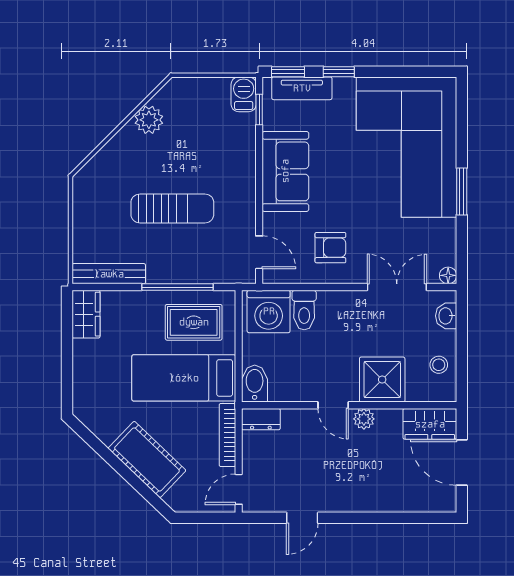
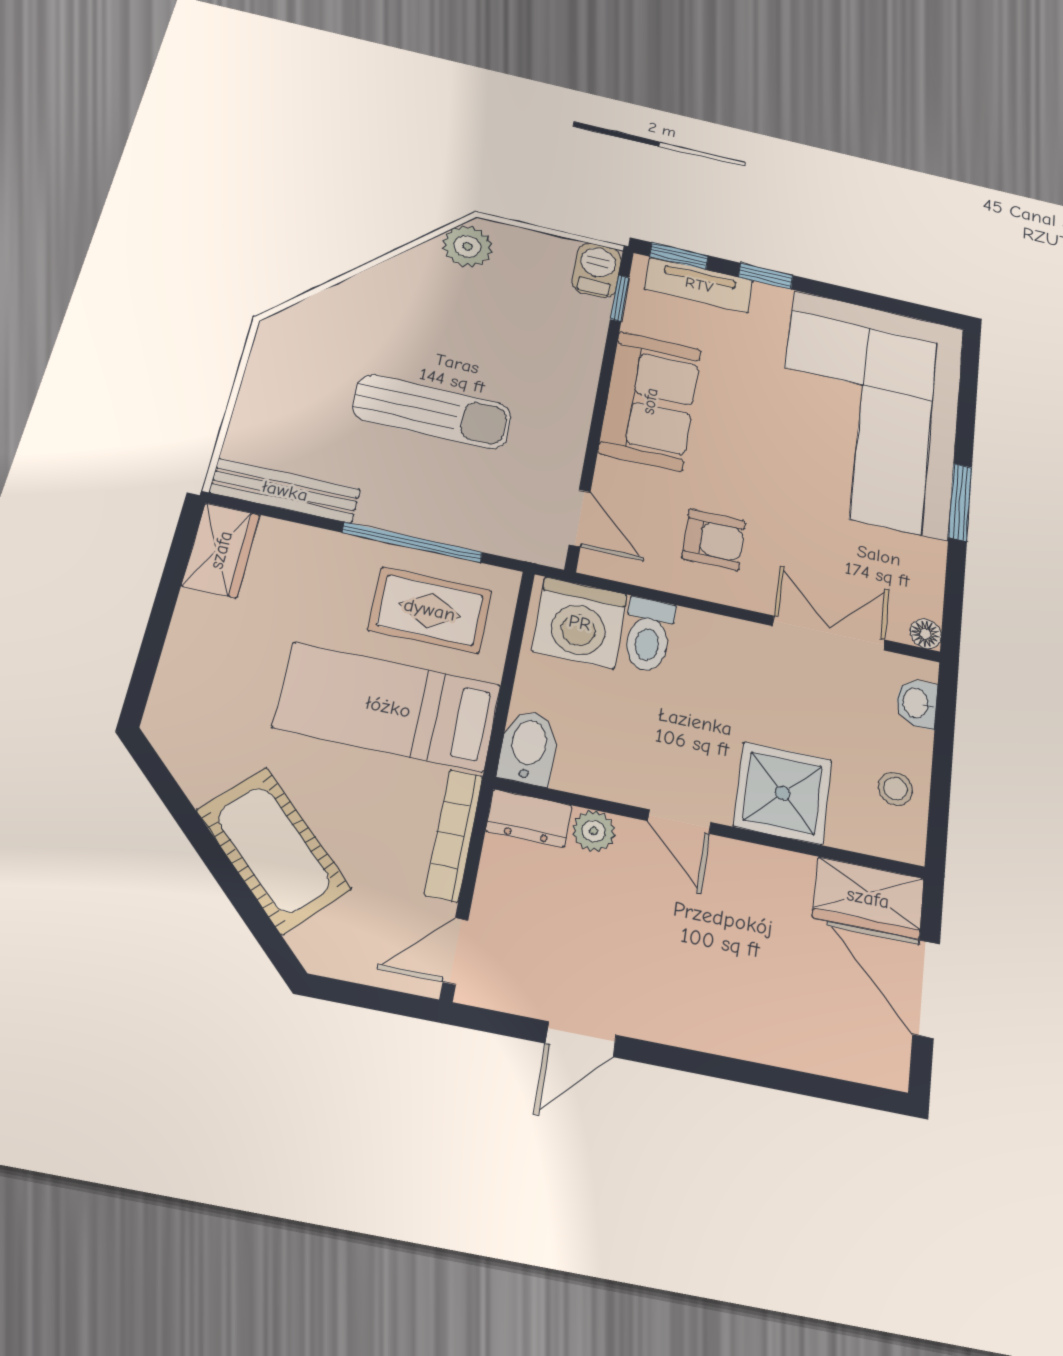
plant: (149, 120) -> (467, 246), moved
plant: (364, 419) -> (594, 831), moved

